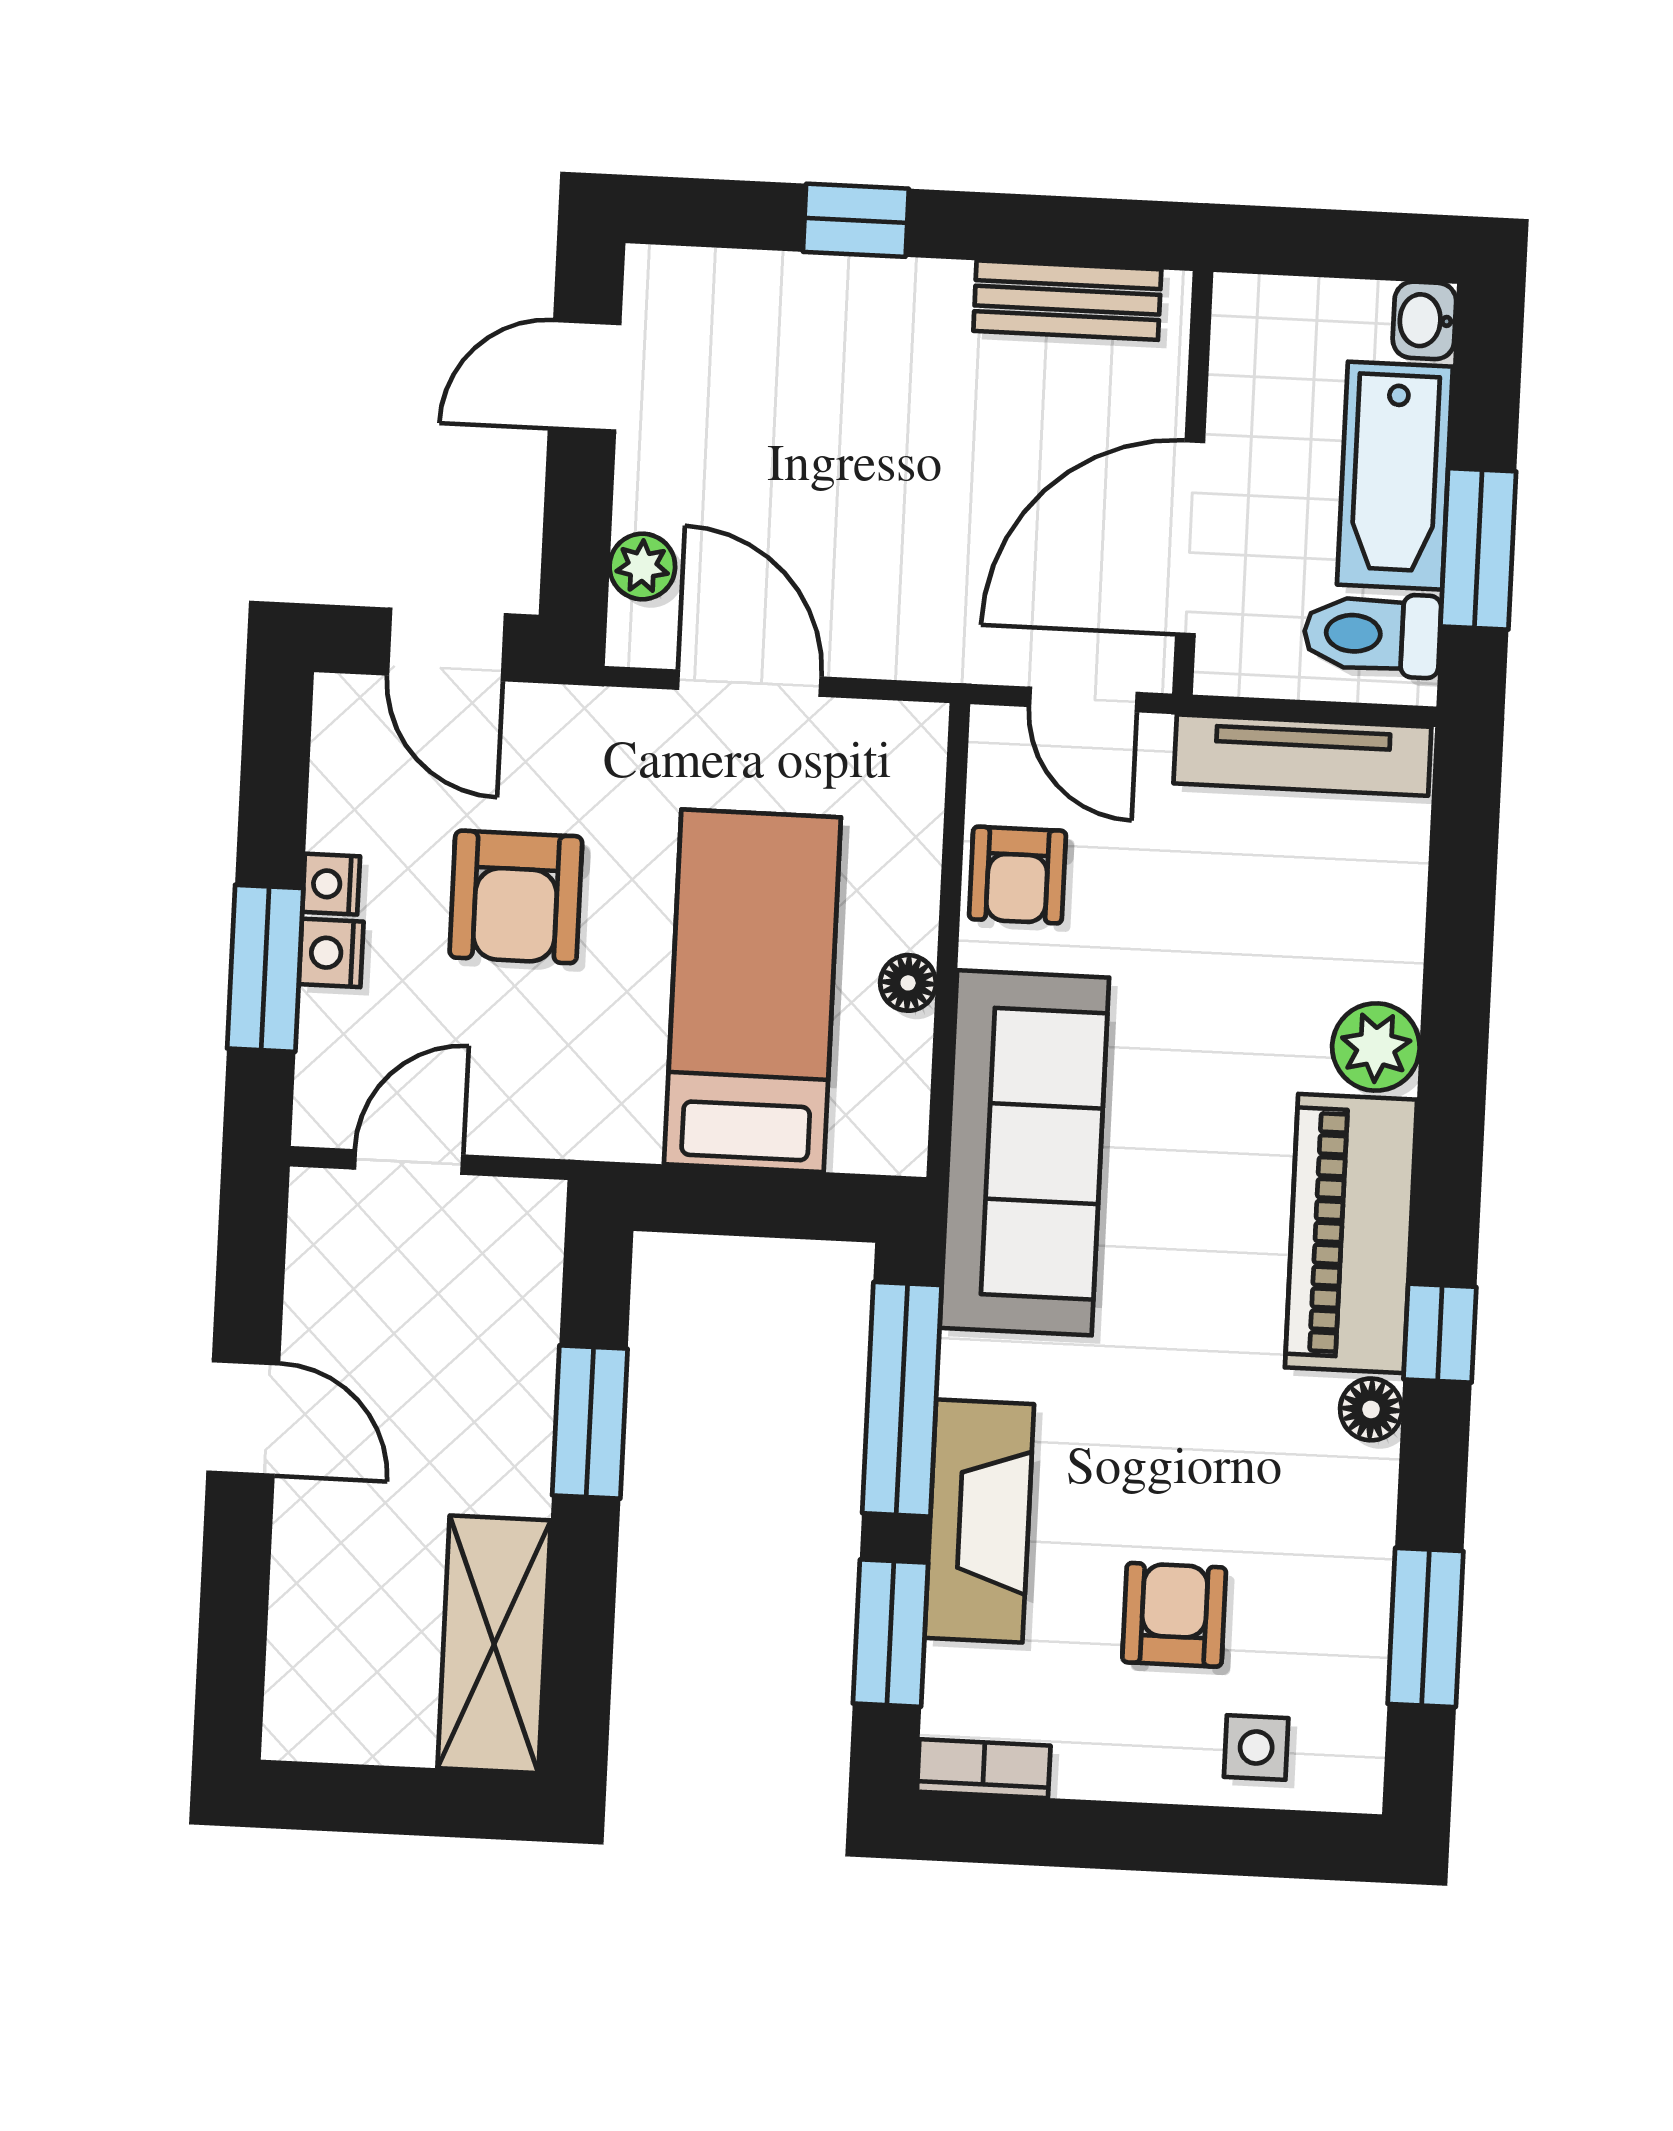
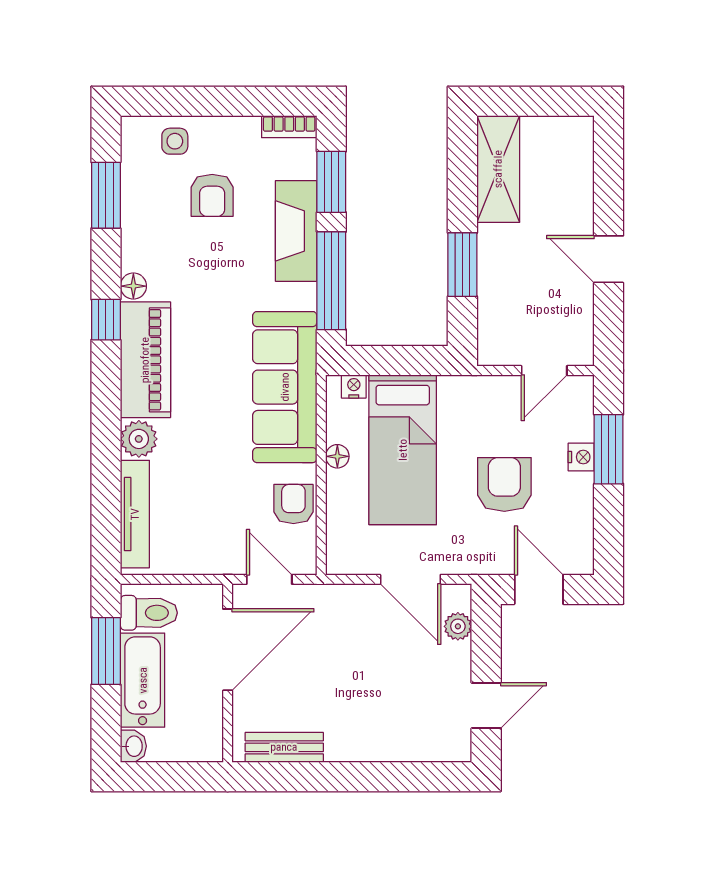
window: (856, 220) -> (375, 777), removed
tv unit: (1302, 755) -> (135, 514), moved, turned 90
nightstand: (331, 884) -> (354, 386), moved, turned -90

